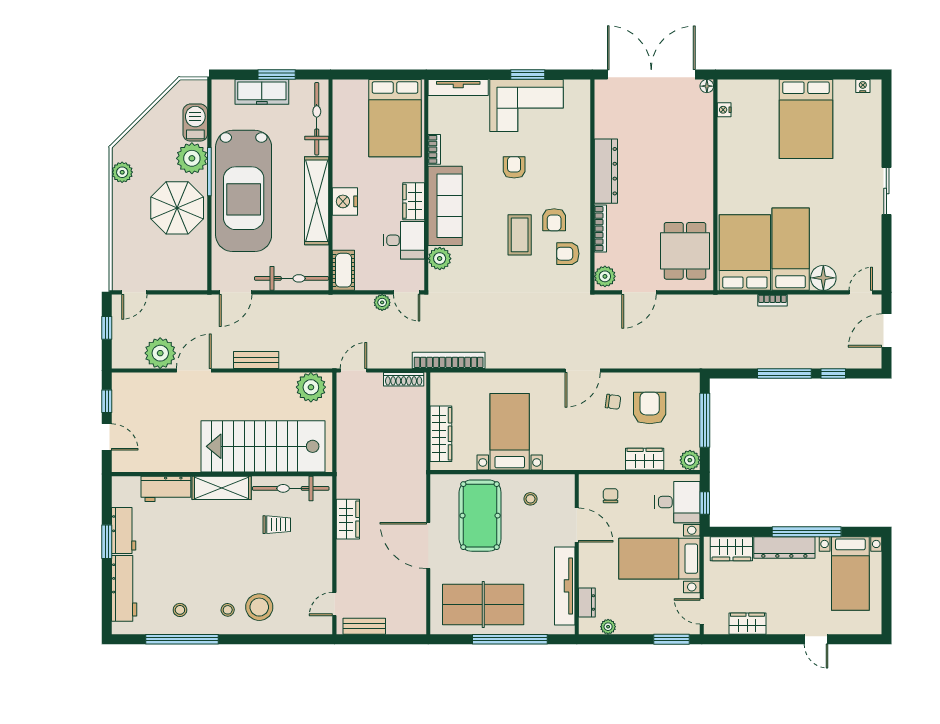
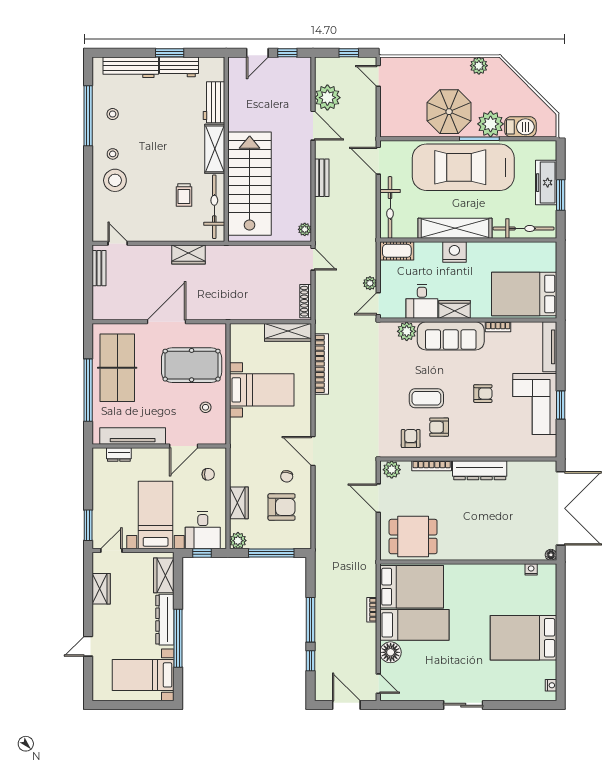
bookcase: (449, 360) -> (321, 364), moved
plant: (311, 387) -> (305, 229), width x0.53, depth x0.53
wardrobe: (441, 434) -> (288, 332), moved
plant: (608, 627) -> (99, 472), removed

